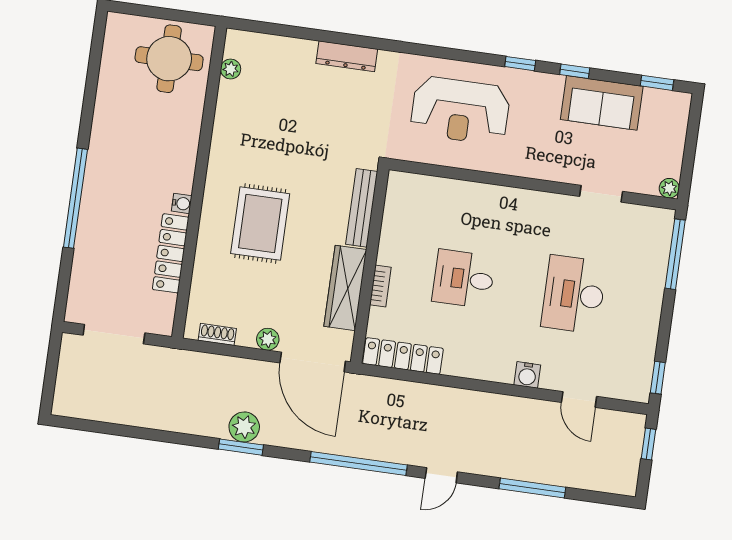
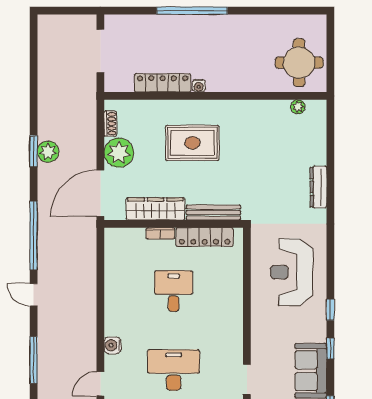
plant: (268, 339) -> (119, 153), width x1.88, depth x1.88
locker: (403, 356) -> (205, 237), moved, turned 90

